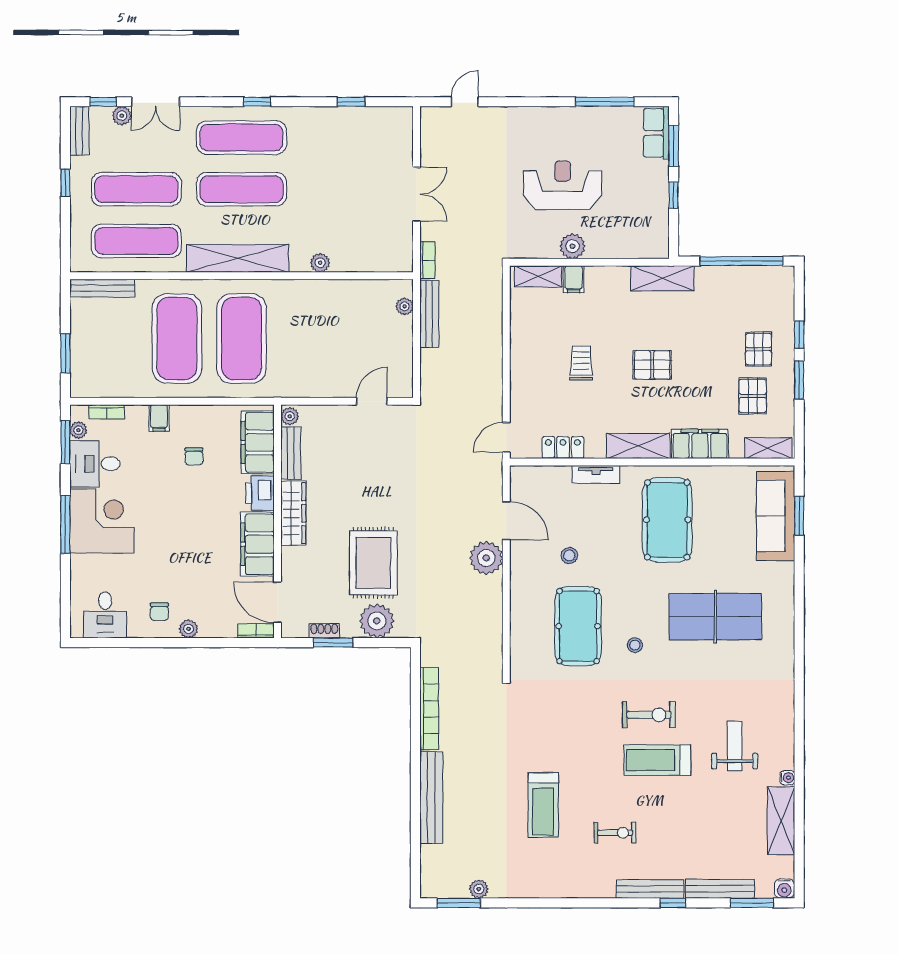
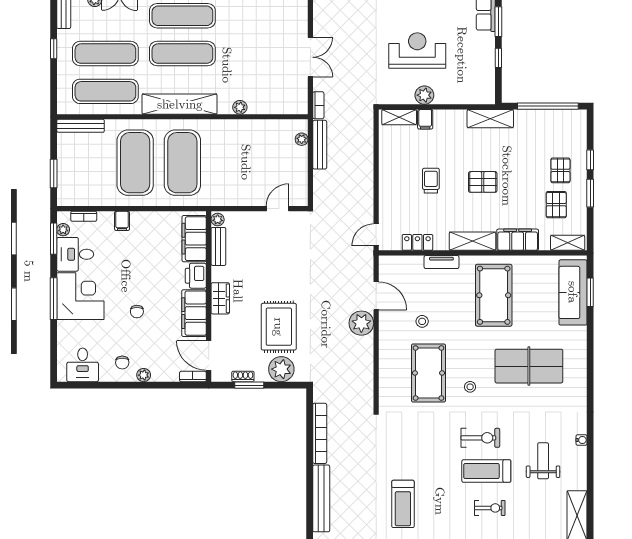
chair: (194, 456) -> (137, 312), moved
wardrobe: (293, 513) -> (220, 298), width x0.67
water cooler: (787, 778) -> (582, 440), moved
exercise bike: (615, 833) -> (490, 508), moved

